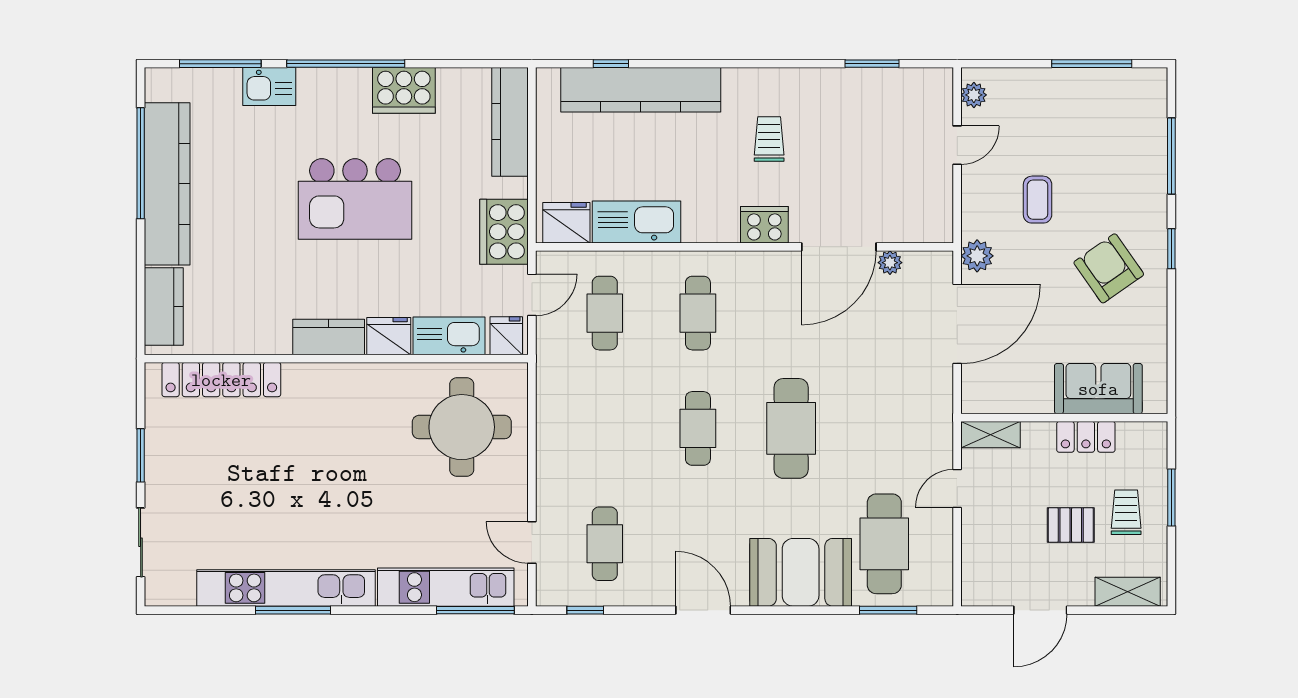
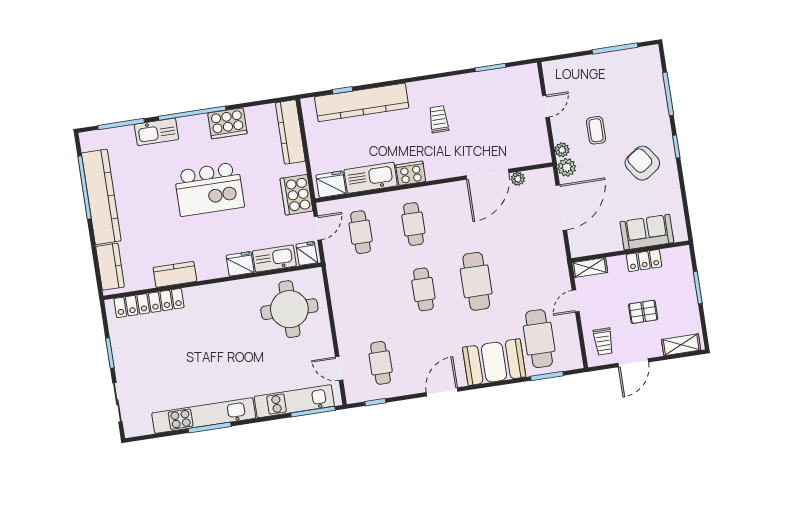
kitchen sink: (269, 86) -> (156, 132), width x1.38
plant: (974, 95) -> (562, 150), moved
cooker: (764, 225) -> (411, 173), moved
kitchen counter: (329, 337) -> (175, 274), moved
trolley: (1126, 512) -> (603, 341), moved, turned 180
door: (703, 610) -> (442, 392), hinge flipped

